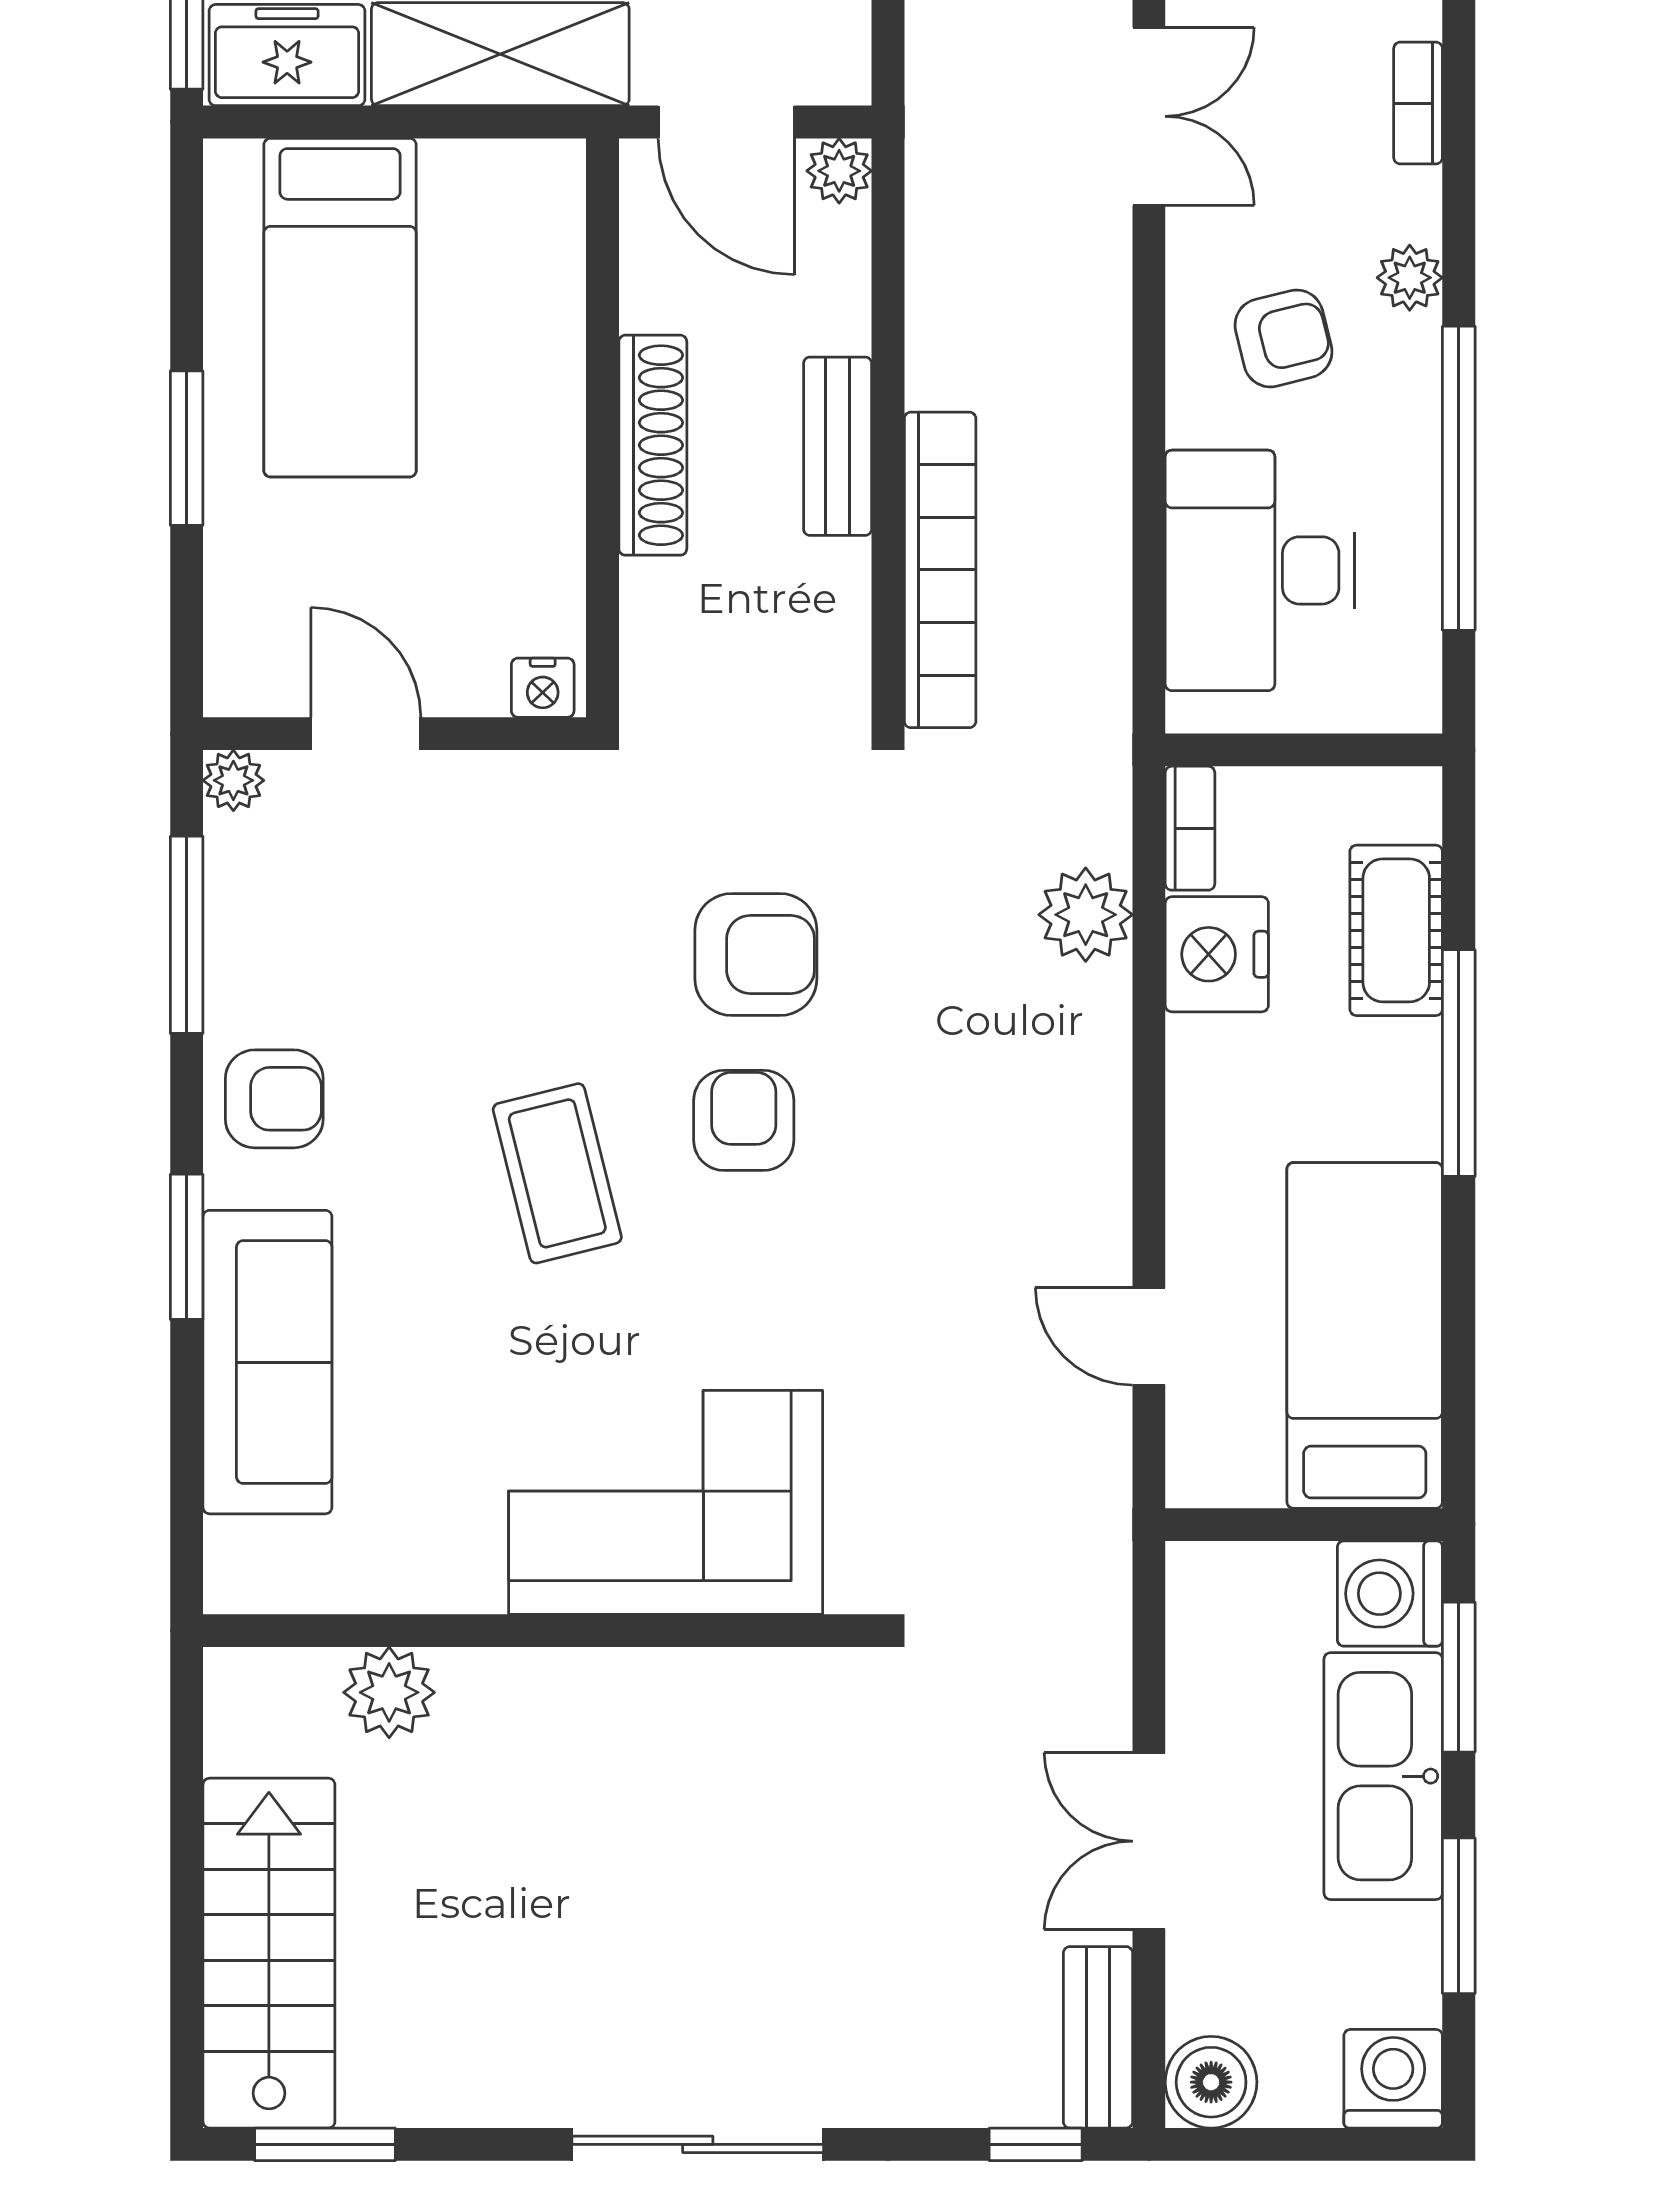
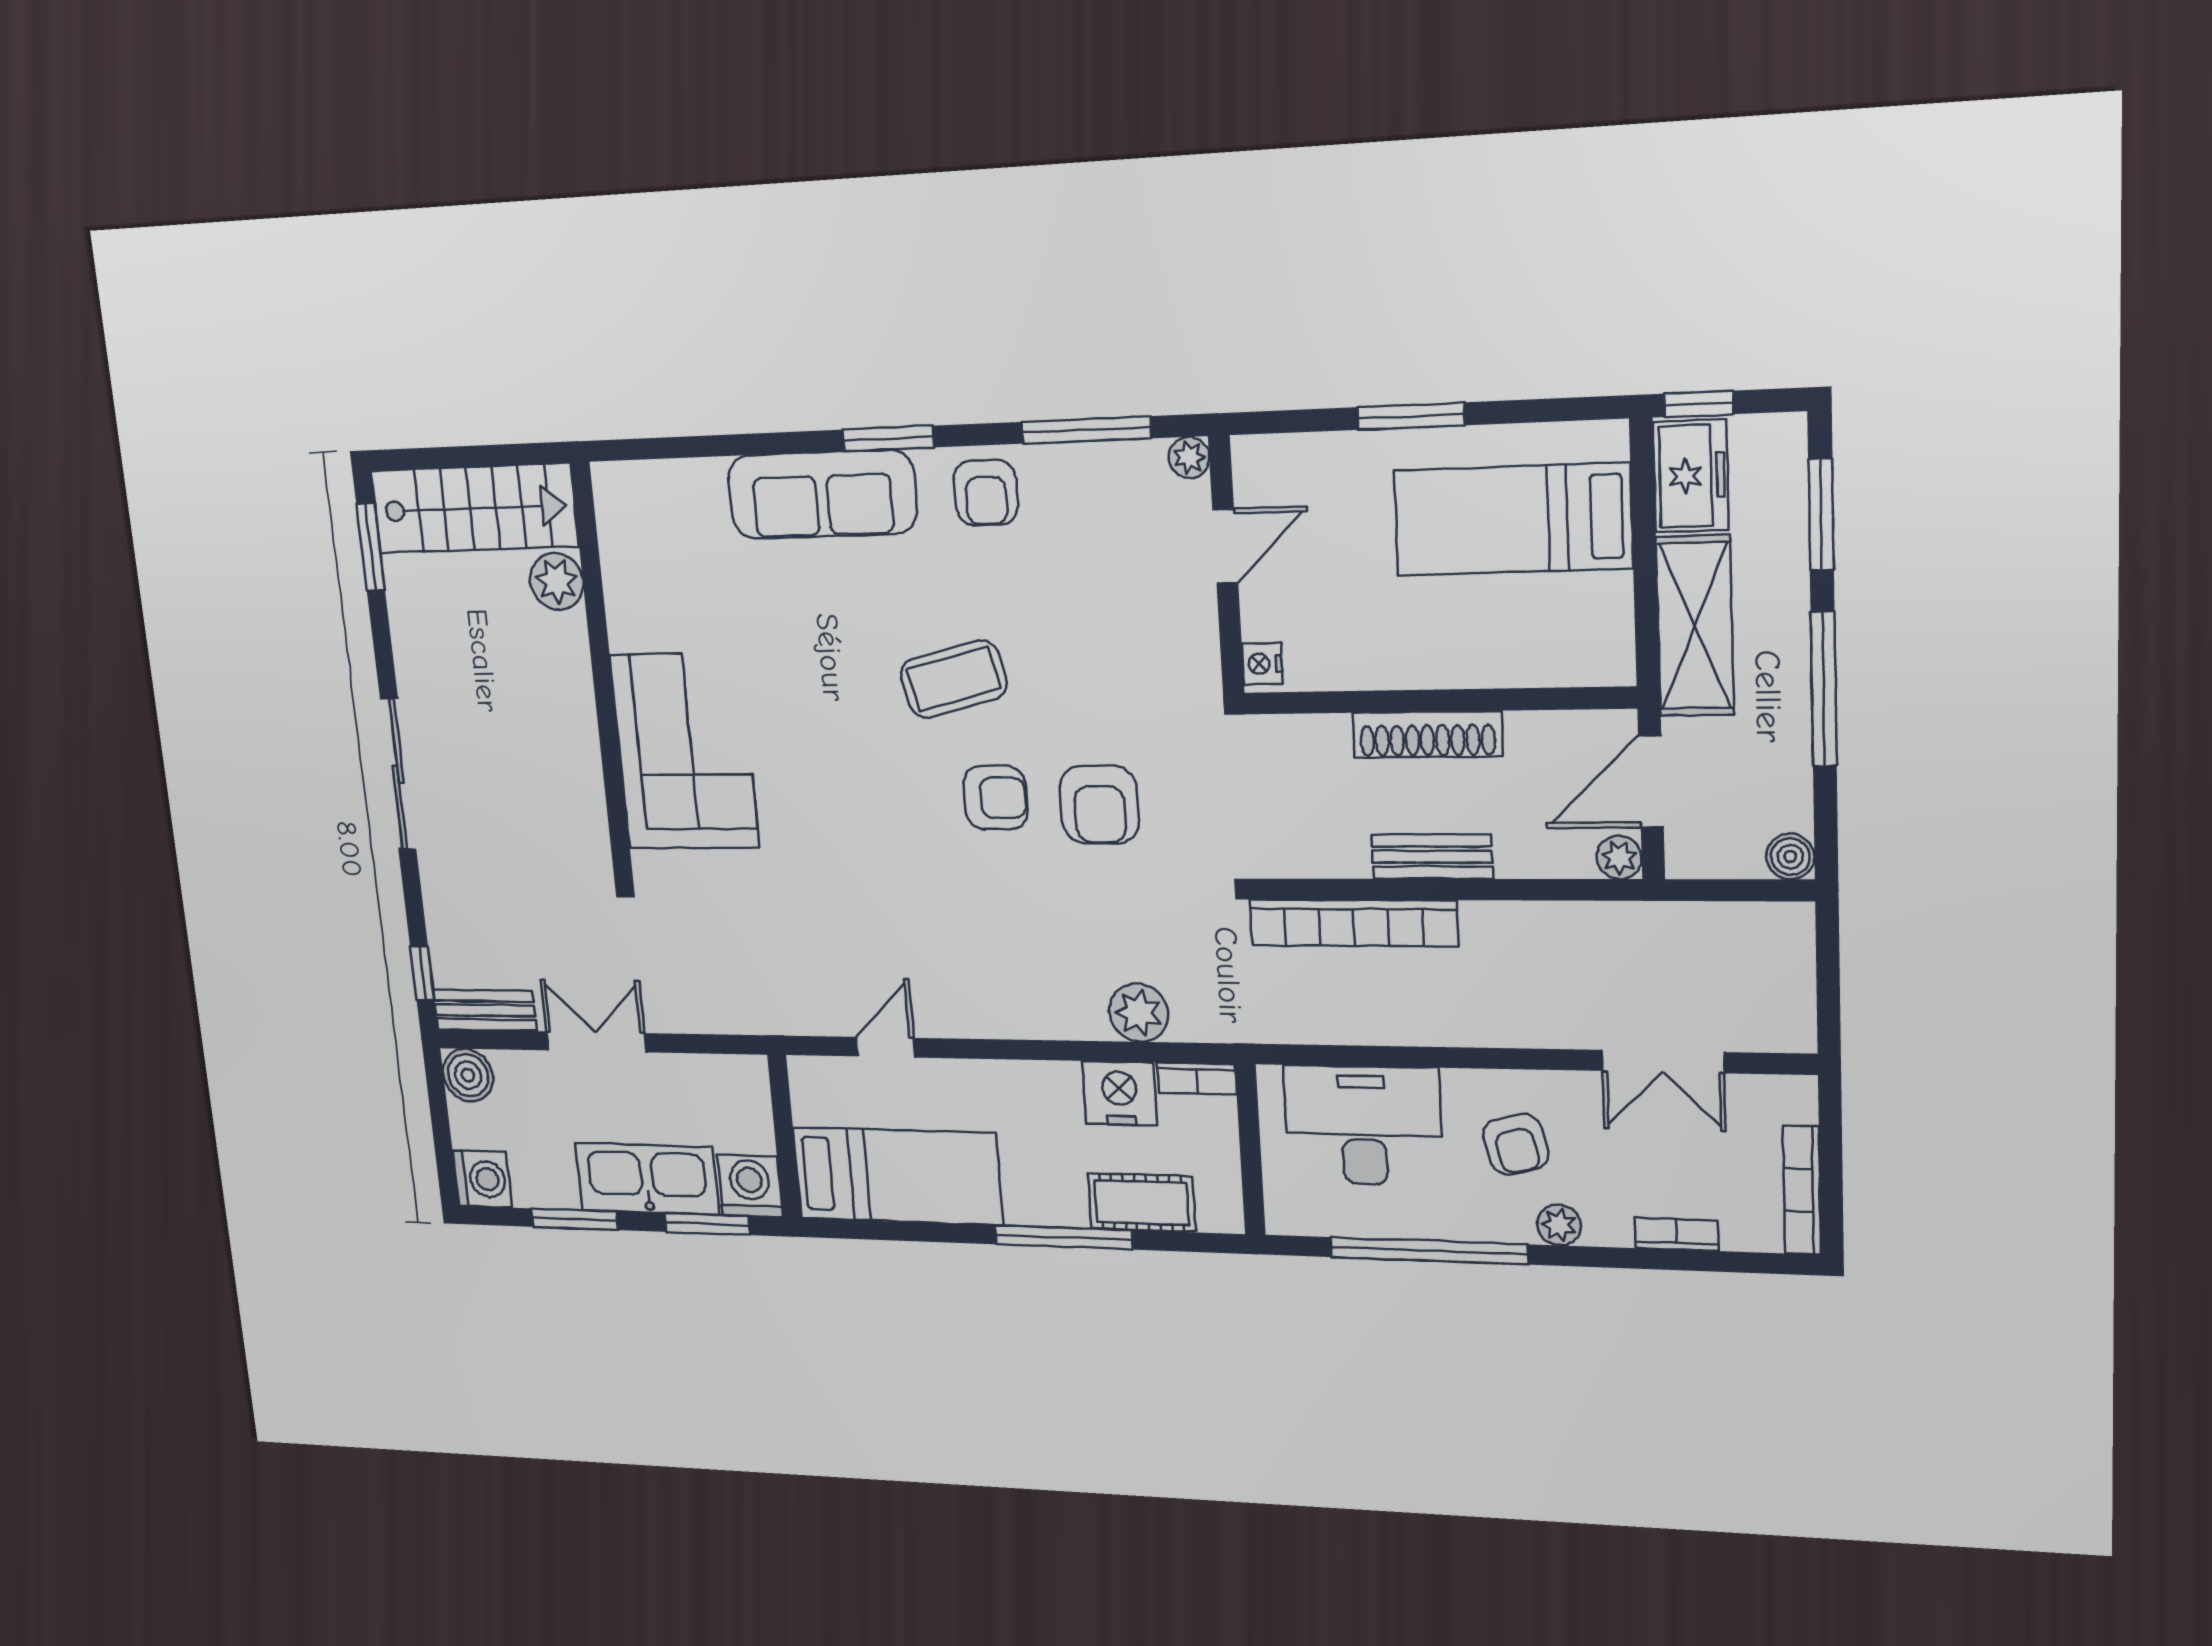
corner sofa: (666, 1502) -> (684, 751), moved
wall: (537, 1631) -> (602, 673), moved
plant: (389, 1692) -> (557, 581), moved

